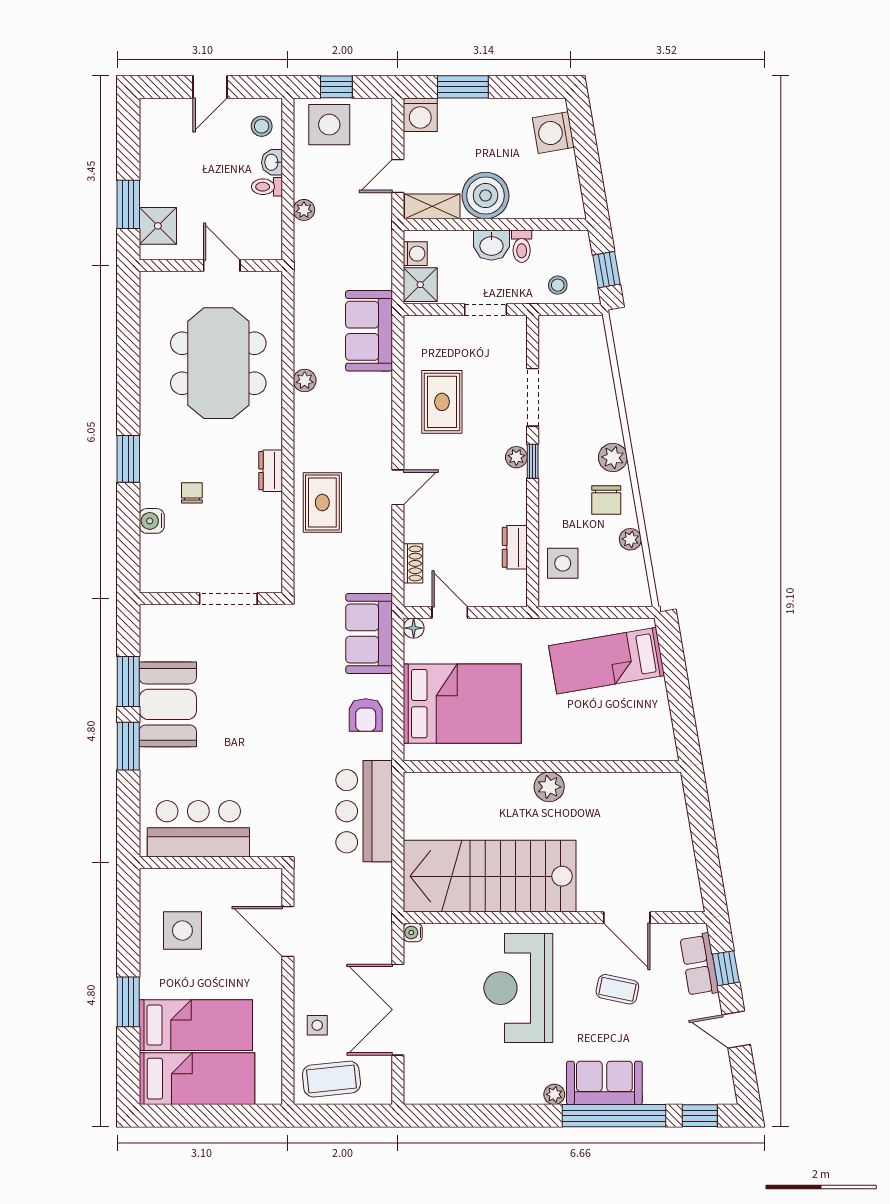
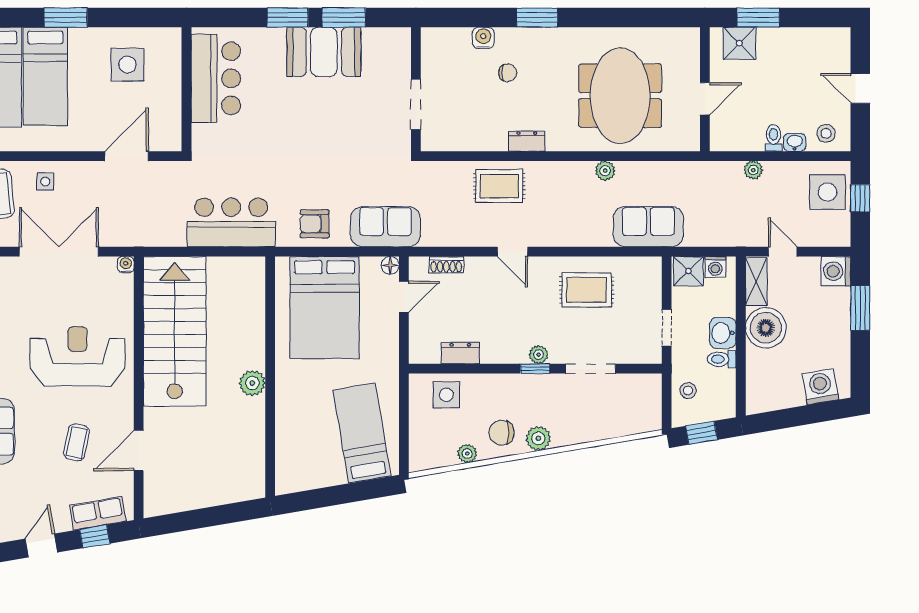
meeting table: (218, 363) -> (620, 96), turned 90

